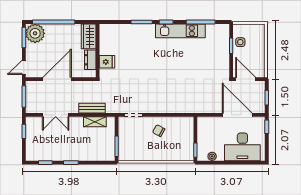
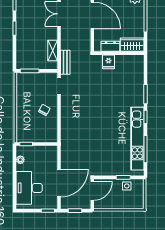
kitchen unit: (180, 31) -> (137, 139), width x1.36
bench: (92, 108) -> (65, 62), moved

